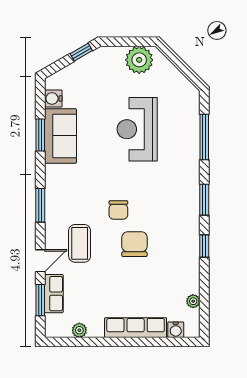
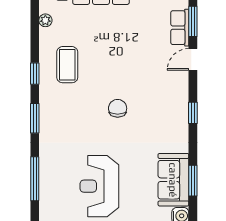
reception desk: (137, 129) -> (99, 186), turned 180
window: (40, 205) -> (193, 113), width x0.67
coffee table: (80, 243) -> (67, 65), moved
chair: (134, 244) -> (102, 75), removed

